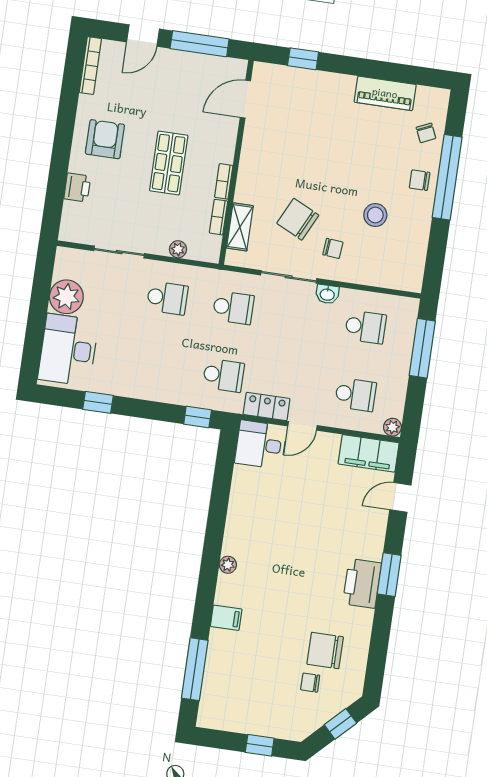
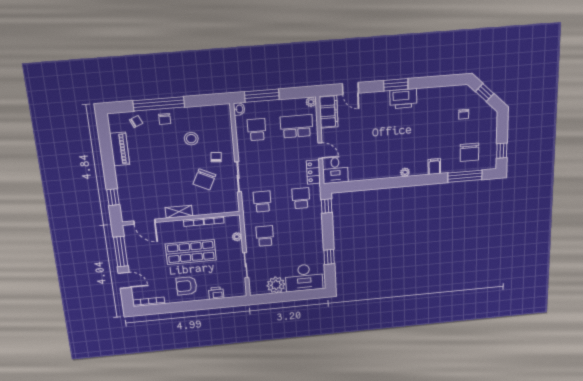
shop shelf: (169, 163) -> (191, 252), width x1.43, depth x1.36
shelving: (240, 227) -> (179, 212), moved
washbasin: (327, 294) -> (239, 109), moved
school desk: (356, 395) -> (297, 126), width x1.85
chair: (325, 650) -> (469, 152), moved
window: (260, 745) -> (502, 151), moved

